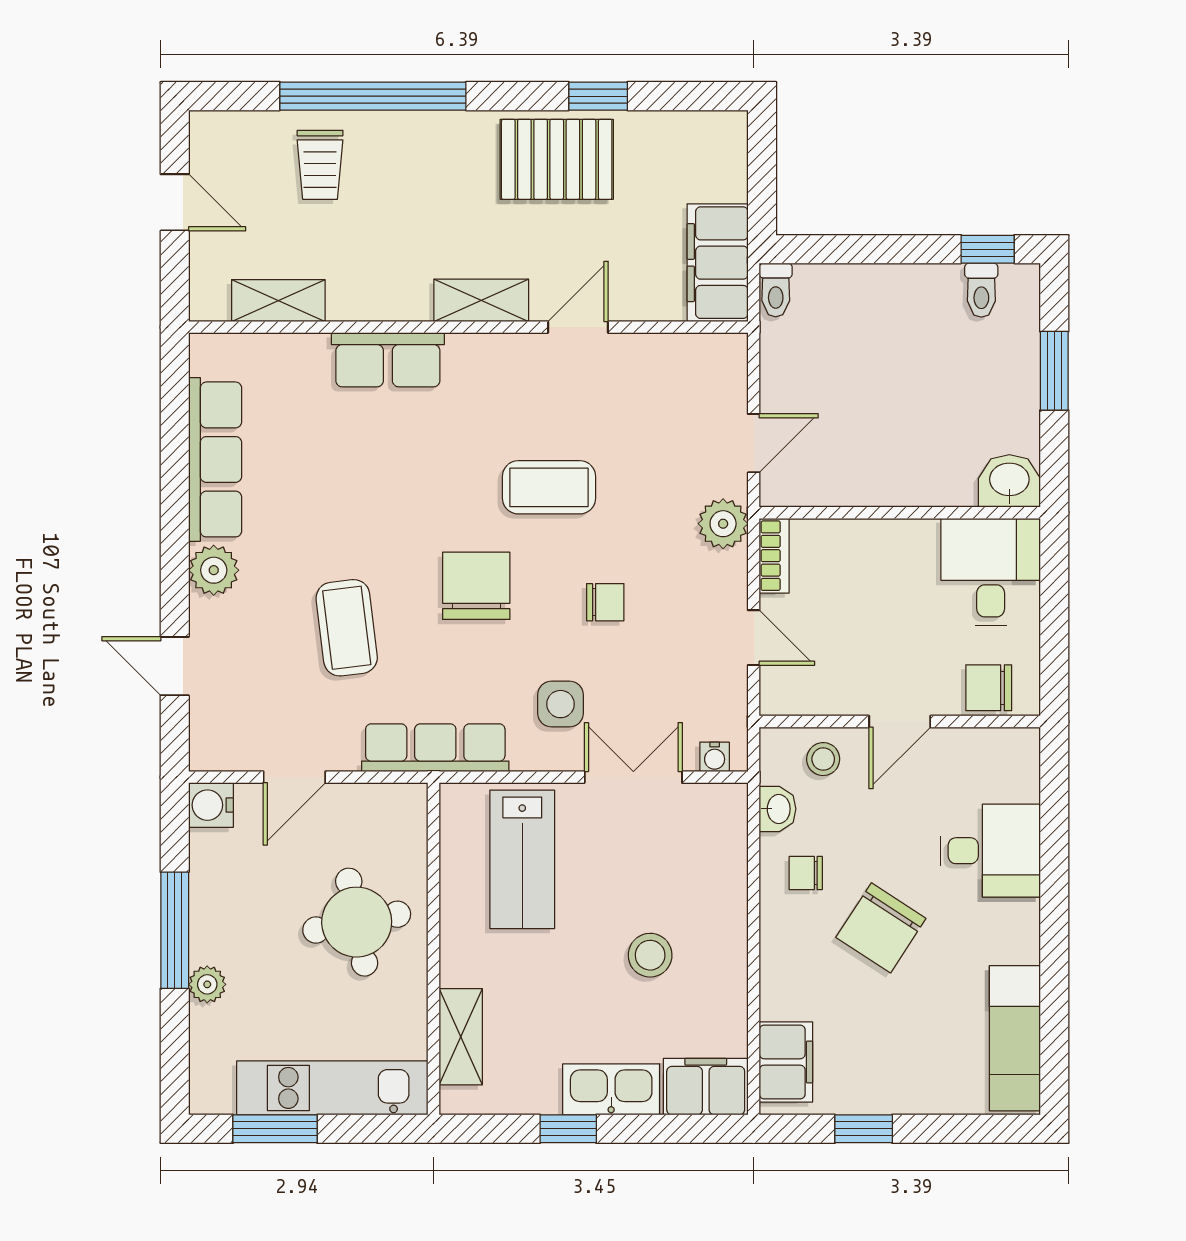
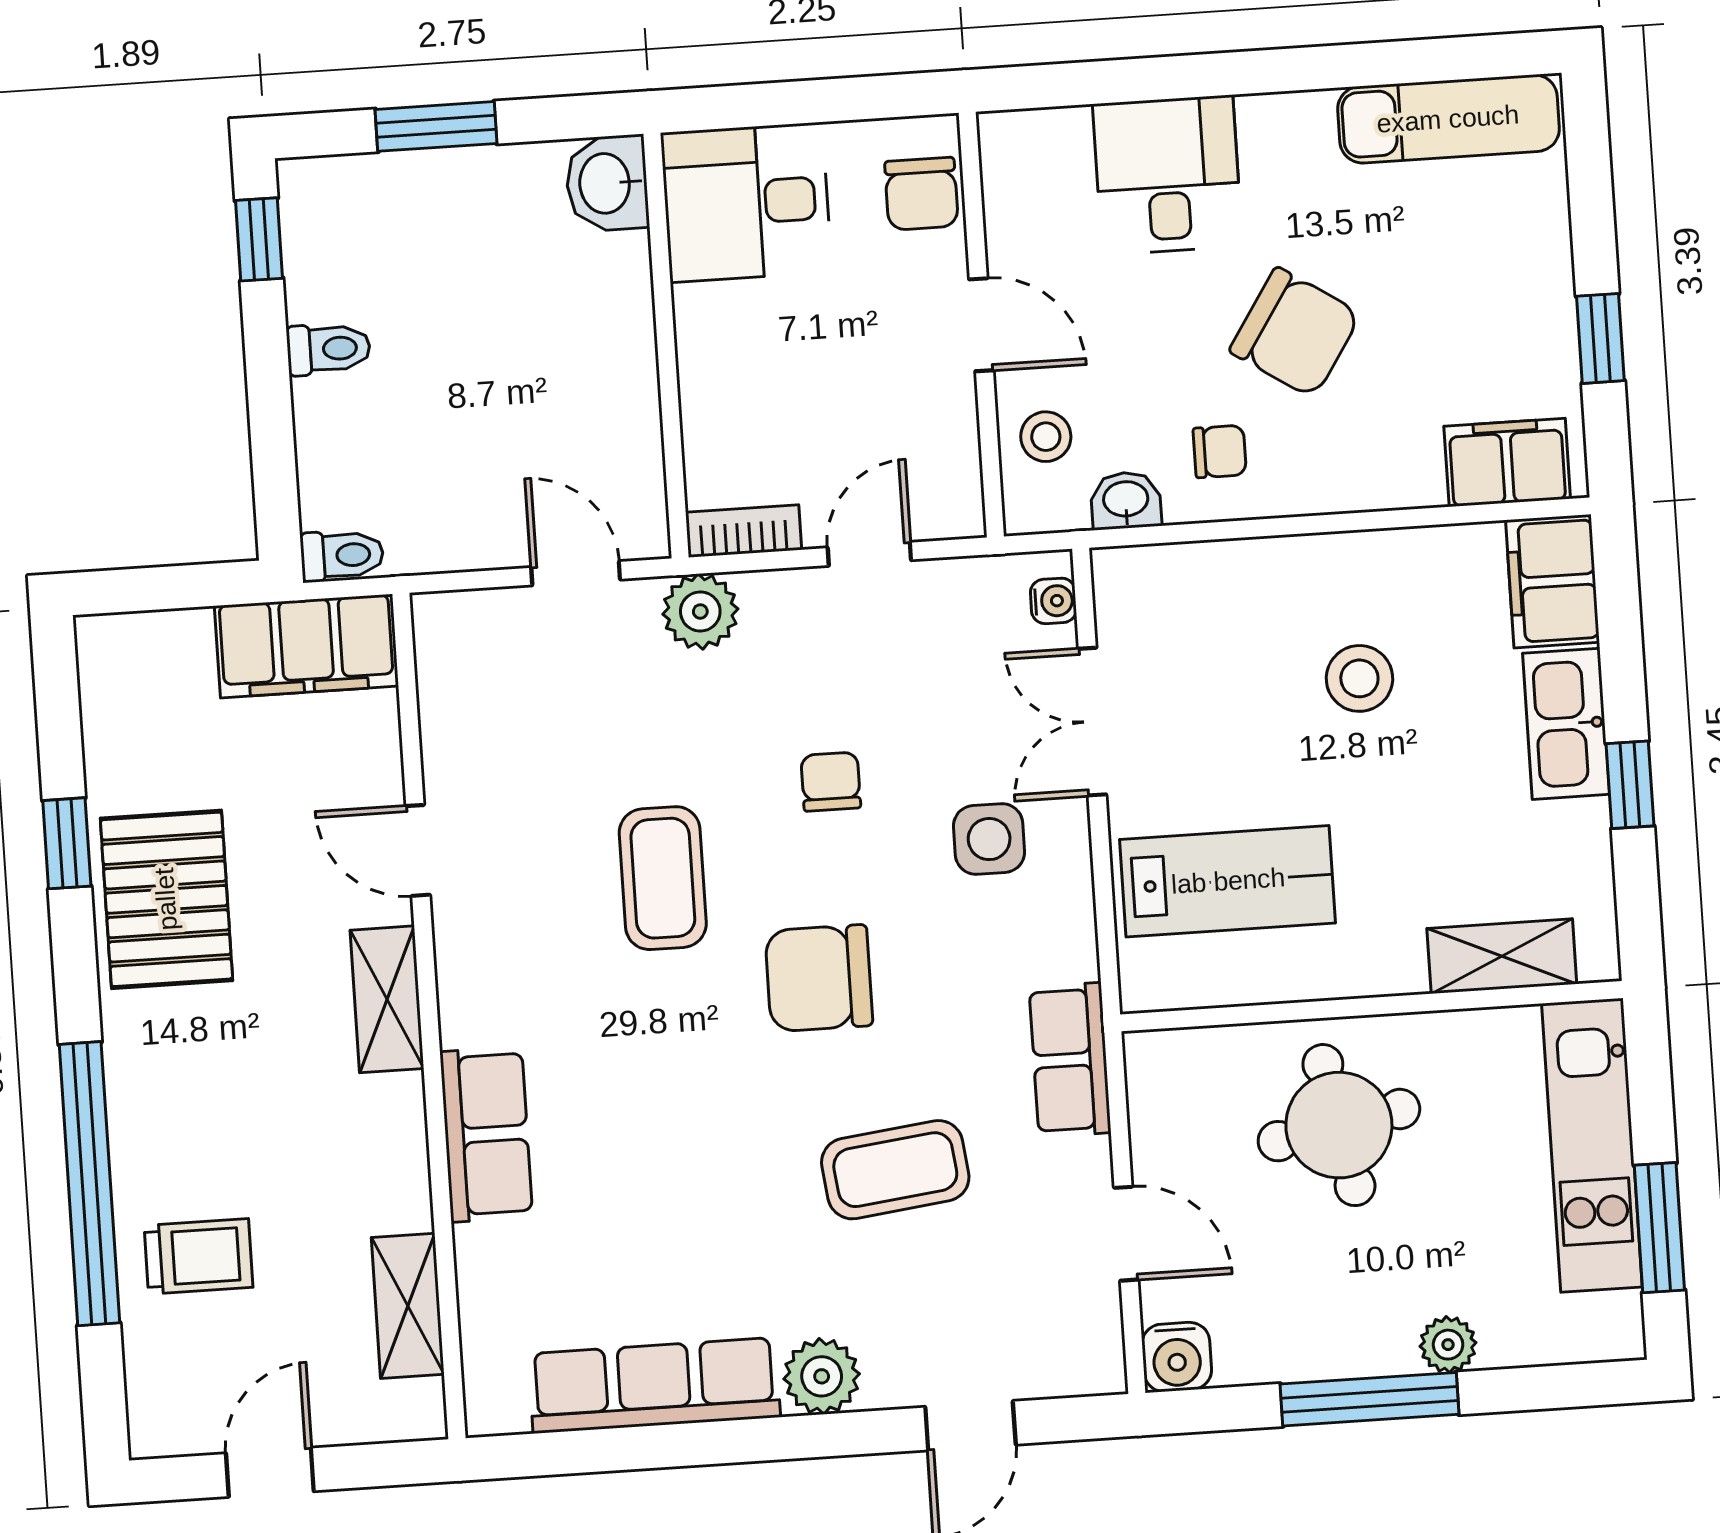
toilet: (981, 290) -> (328, 349), moved
row of seats: (435, 748) -> (1070, 1060), width x0.68
chair: (806, 873) -> (1220, 452), turned -90

